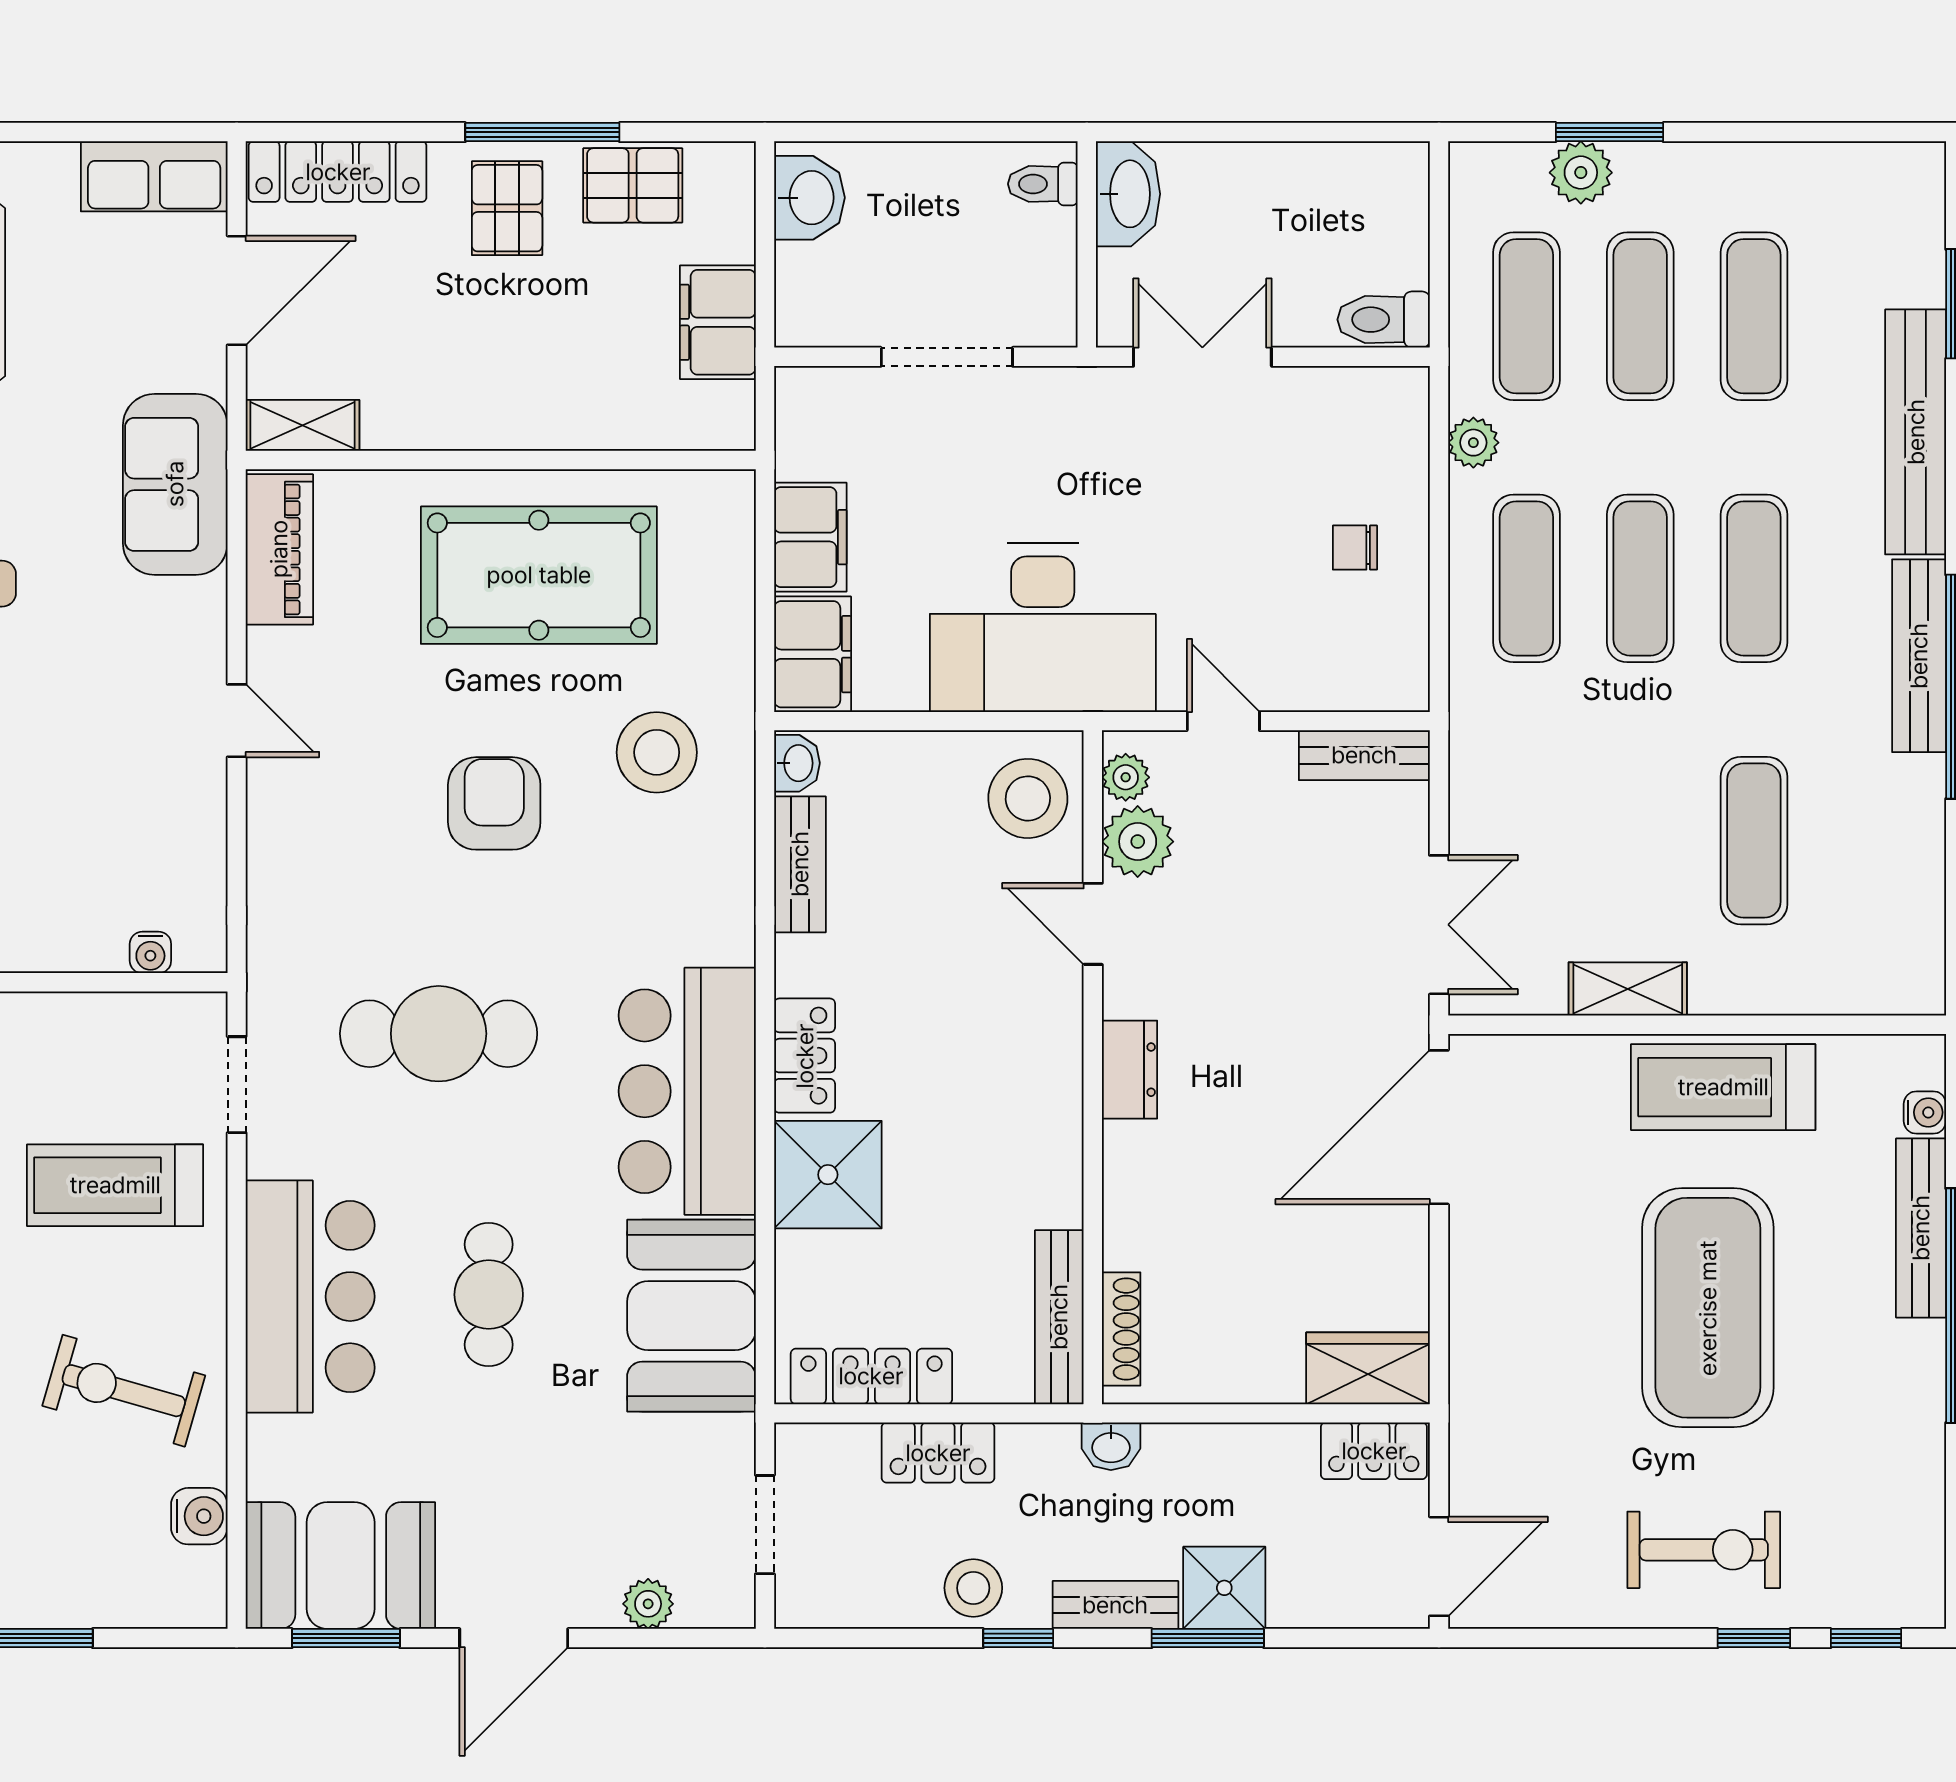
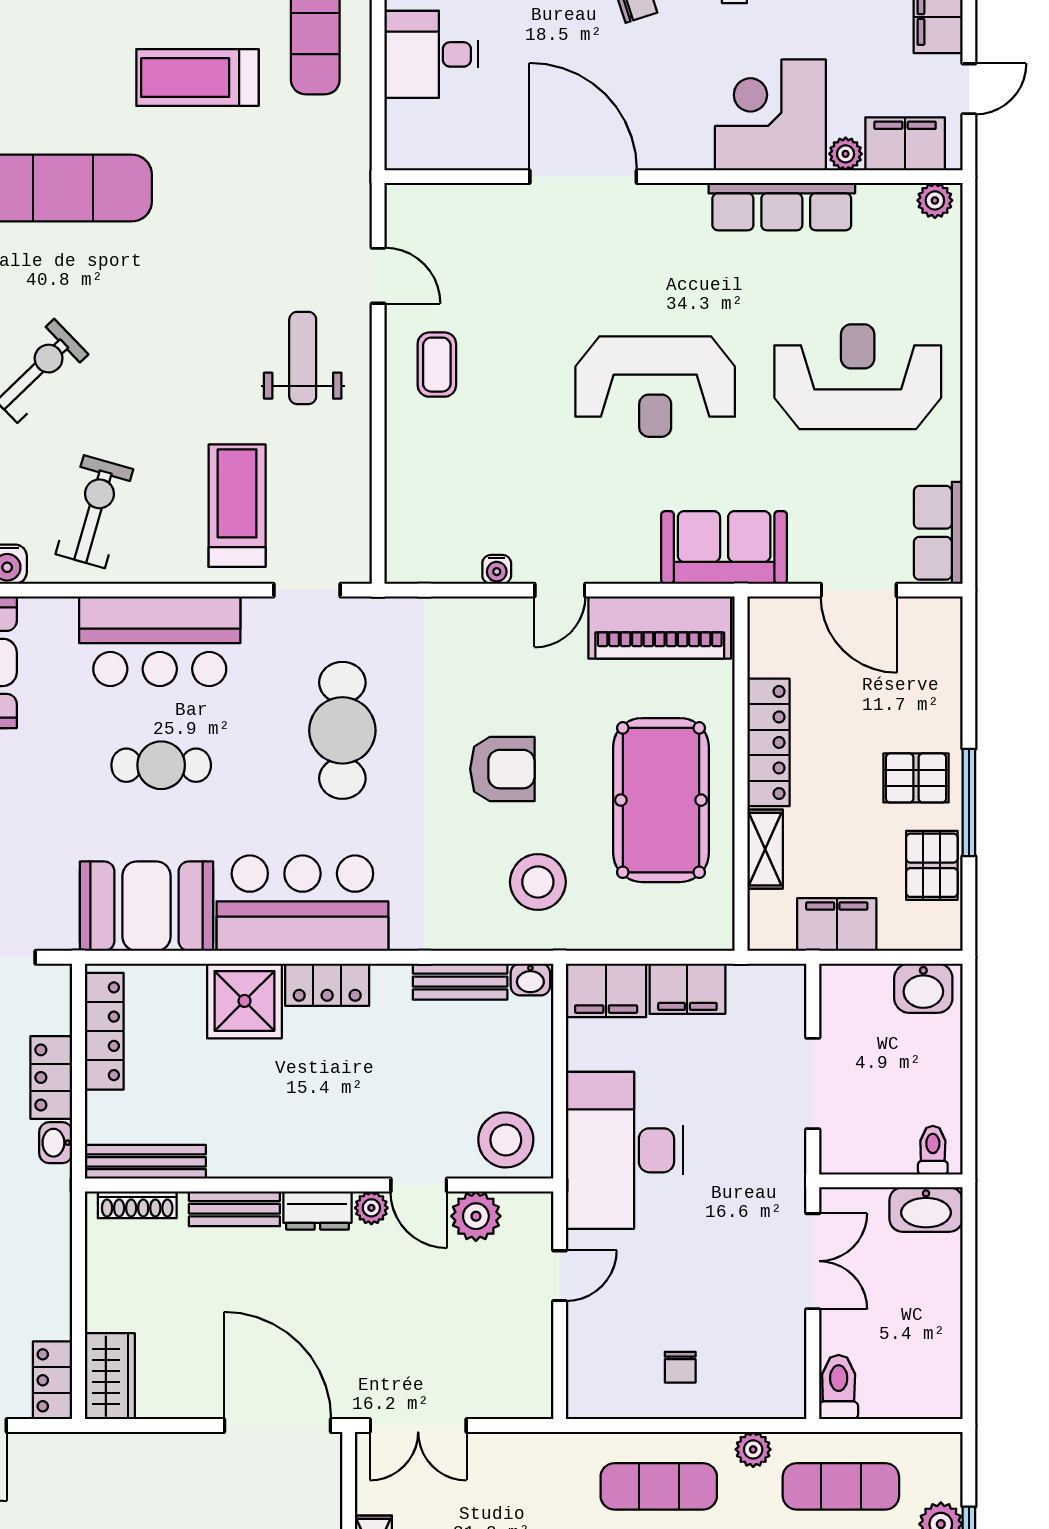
locker: (338, 172) -> (768, 742), moved, turned 180
shelving: (302, 425) -> (765, 849), moved
chair: (1355, 548) -> (680, 1367), turned 180
piano: (279, 549) -> (660, 627), width x1.37, depth x1.33
bench: (1364, 755) -> (234, 1209), moved, turned 90
plant: (1126, 777) -> (371, 1208), moved
door: (1093, 924) -> (419, 1185), swing flipped
water cooler: (150, 952) -> (497, 569), moved, turned -90
washbasin: (1111, 1446) -> (56, 1143), moved

